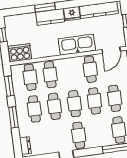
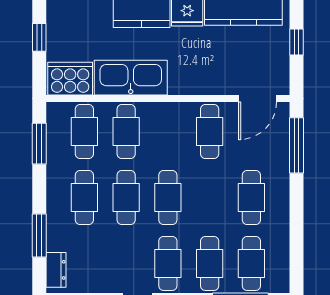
kitchen sink: (77, 45) -> (131, 78), moved
cafe table: (95, 101) -> (210, 263), moved
window: (13, 117) -> (39, 236), moved

